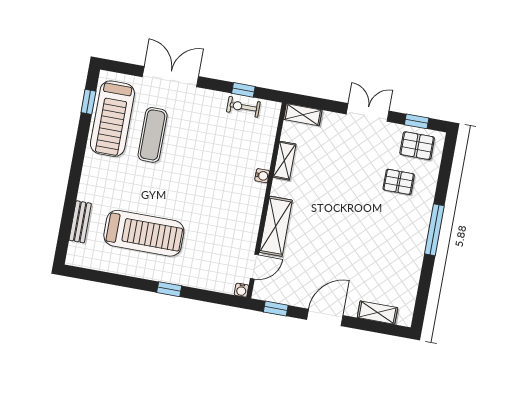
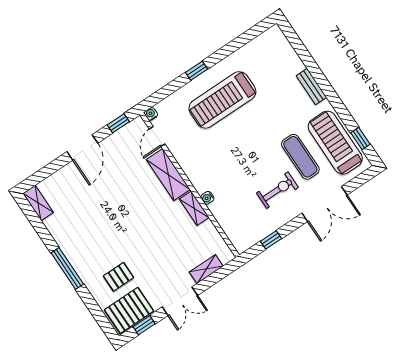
exercise bike: (243, 107) -> (277, 190), moved, width x1.38, depth x1.39
shelving: (303, 115) -> (206, 269), moved
pallet: (417, 146) -> (129, 310), width x1.50, depth x1.42
shelving: (284, 161) -> (194, 208), moved
bench: (80, 222) -> (311, 87), moved
treadmill: (144, 233) -> (222, 100), moved
shelving: (377, 313) -> (38, 203), moved, turned 90

